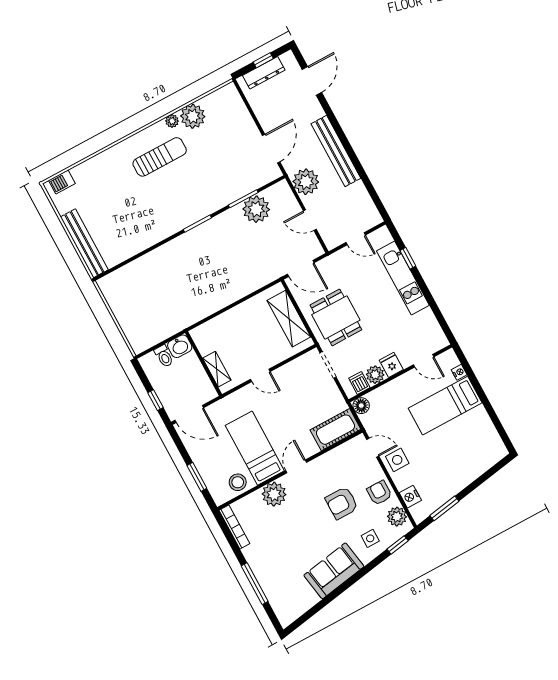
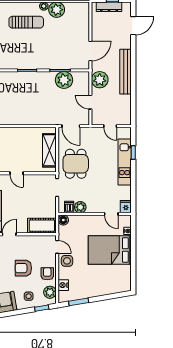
fridge: (391, 365) -> (126, 207), moved
bed: (445, 406) -> (110, 250), width x1.50

